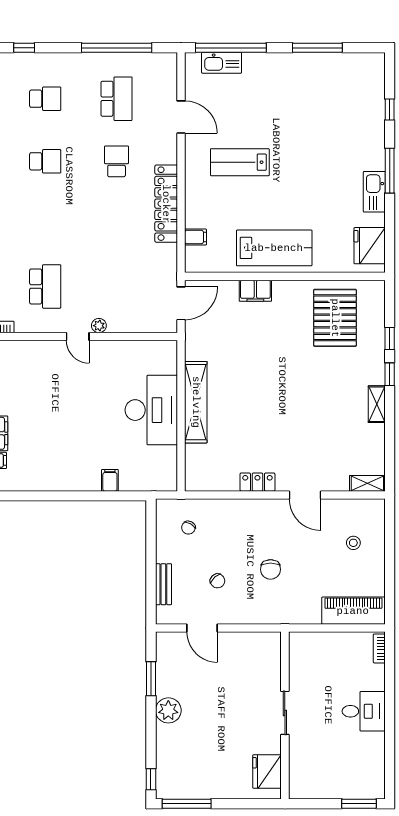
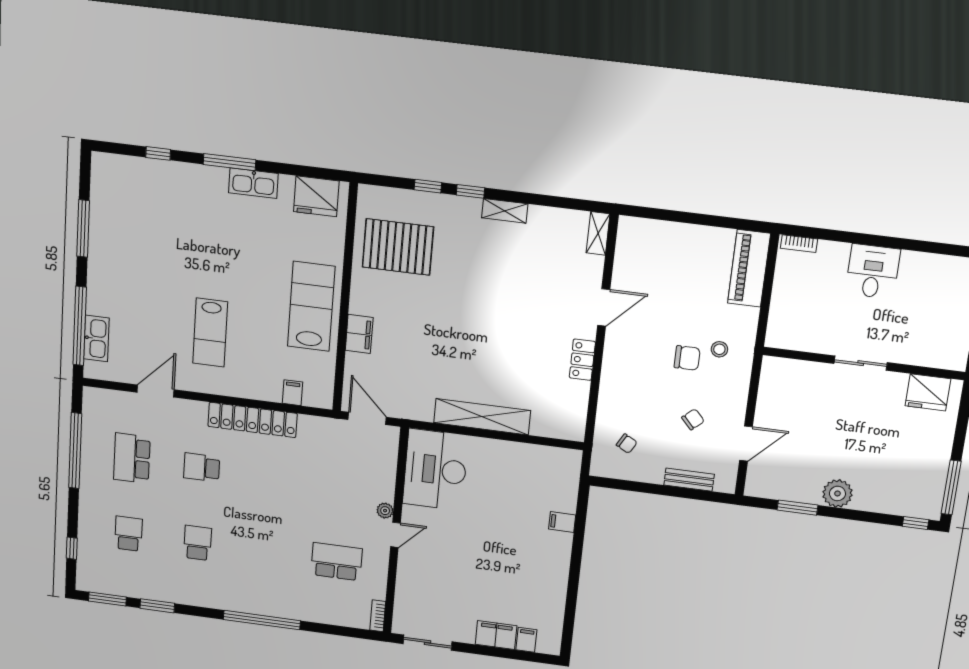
school desk: (117, 99) -> (132, 458), turned -90
desk: (151, 410) -> (435, 470), moved, turned -90
stool: (353, 543) -> (719, 349), moved

